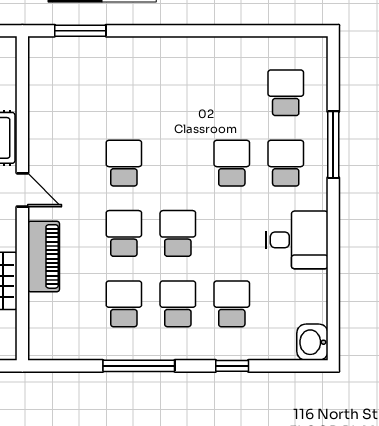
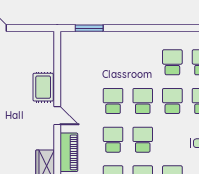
school desk: (232, 93) -> (172, 62), added
school desk: (178, 163) -> (143, 101), added

